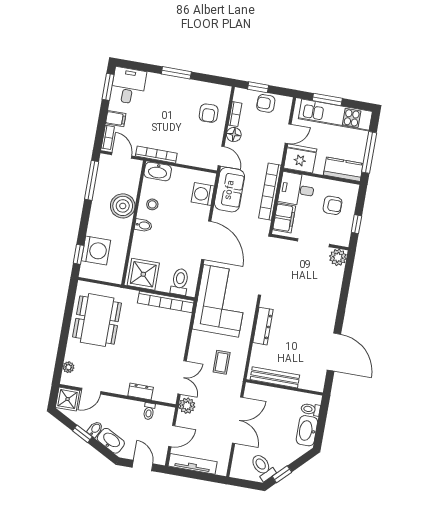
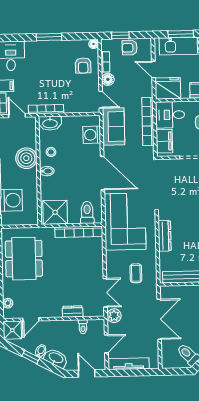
floor lamp: (225, 91) -> (94, 44), added
door: (288, 134) -> (153, 69), swing flipped

